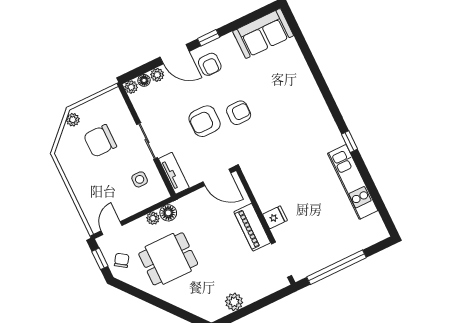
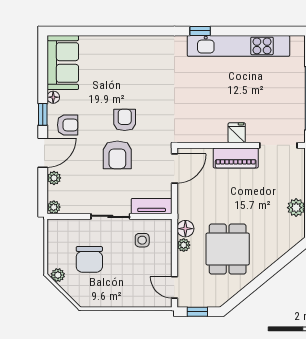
floor lamp: (144, 80) -> (53, 97), moved
kitchen unit: (353, 182) -> (238, 46), width x1.36
chair: (122, 260) -> (208, 292), removed

